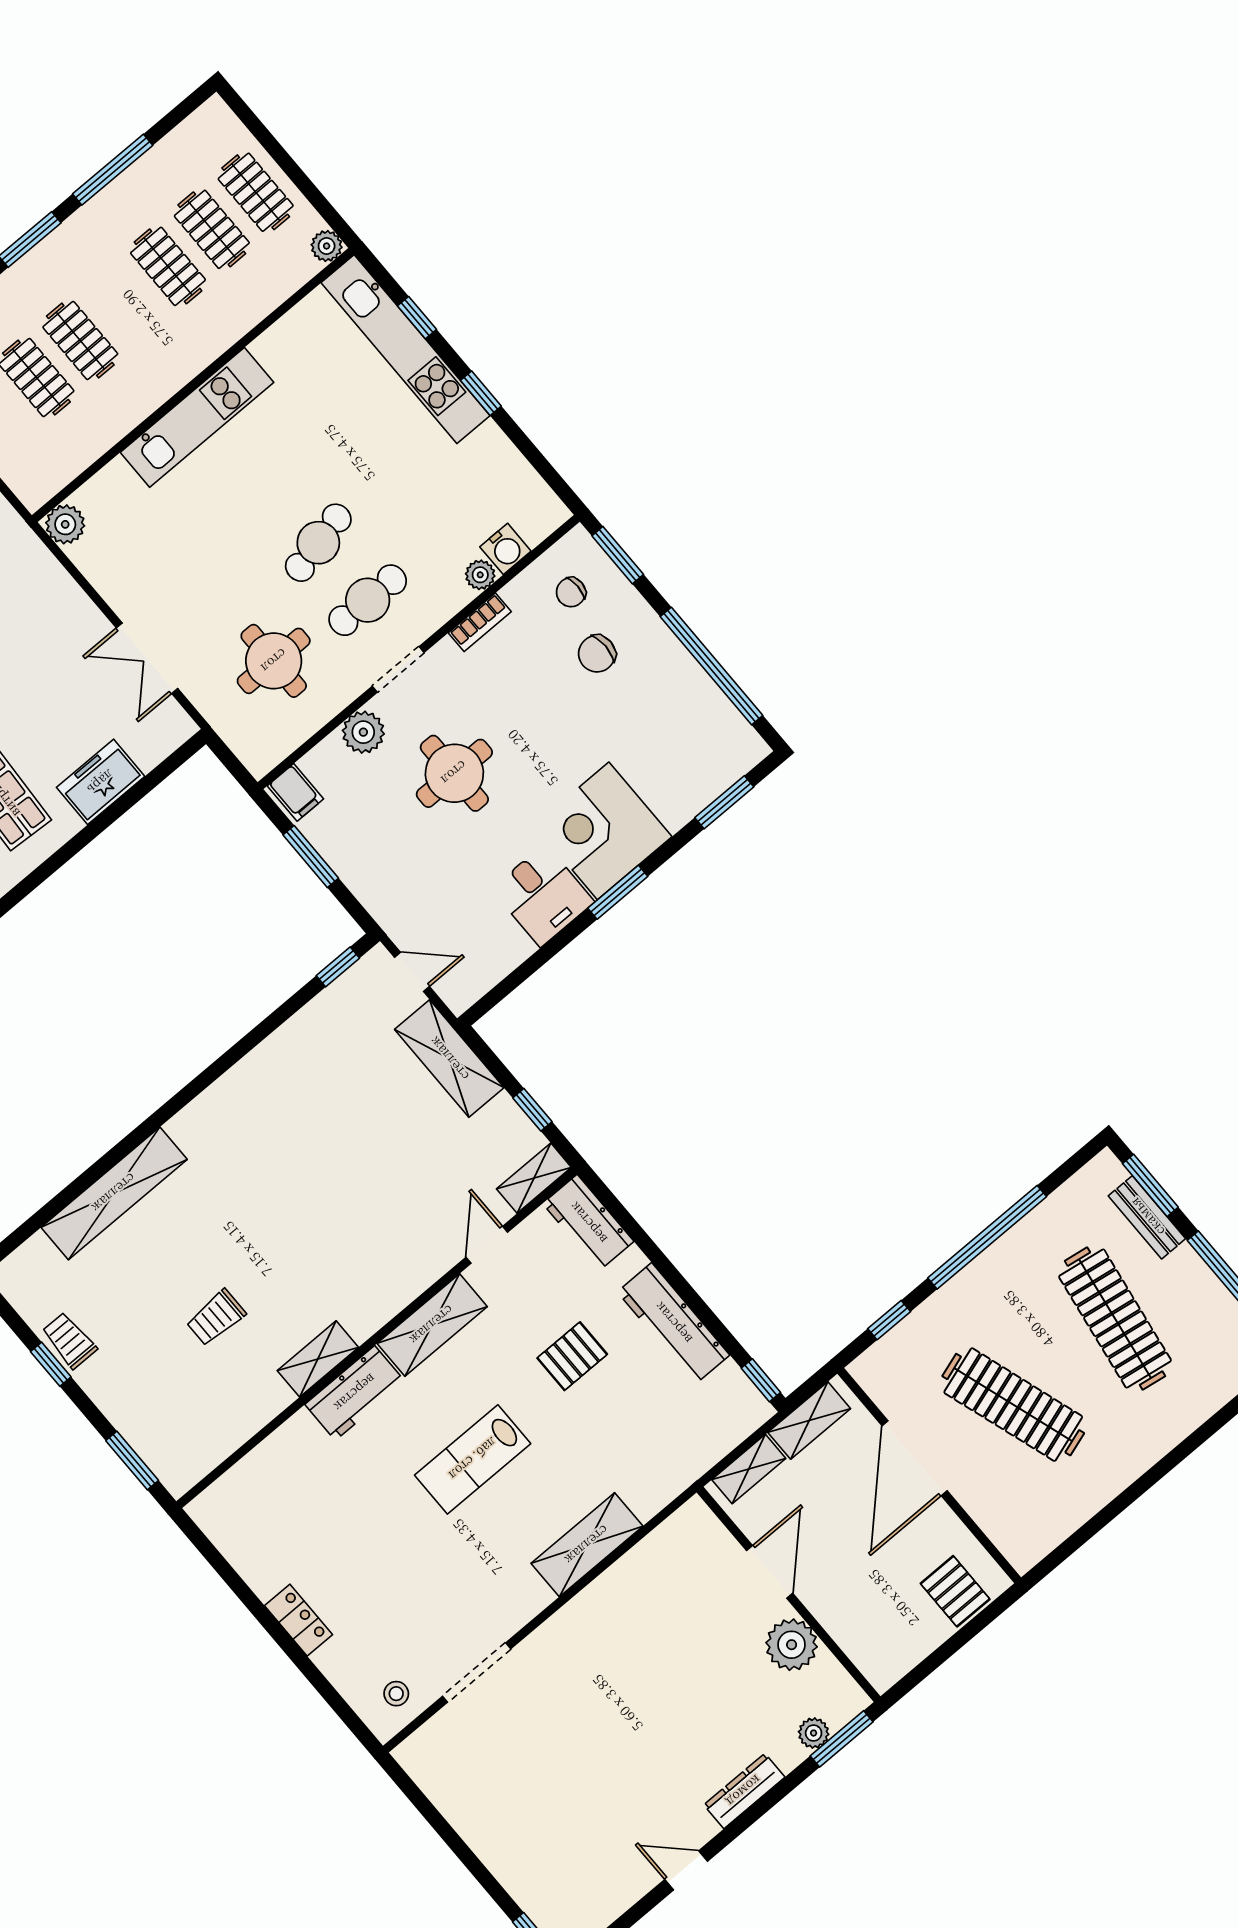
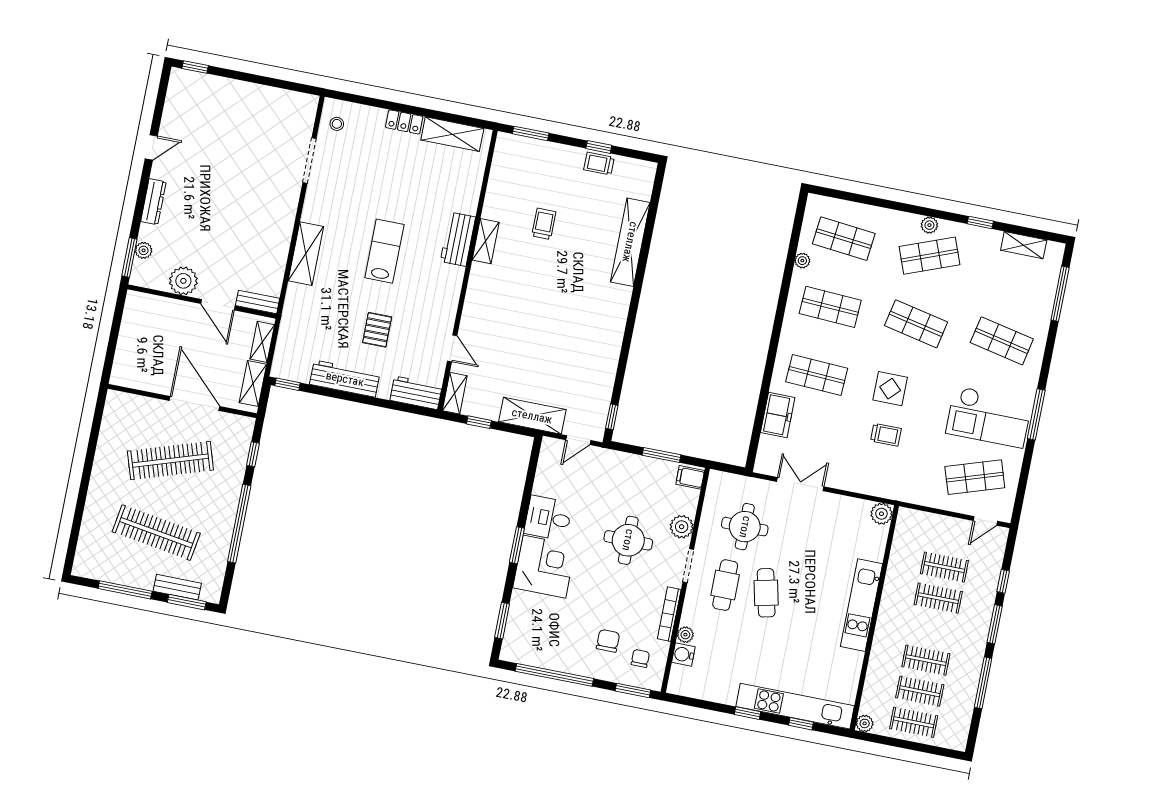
bookcase: (480, 622) -> (669, 614), width x1.56
shelving: (432, 1325) -> (452, 134), moved, turned 90
trolley: (69, 1340) -> (599, 164), turned 180
bench: (710, 1531) -> (258, 302), added
pallet: (955, 1591) -> (131, 360), removed

